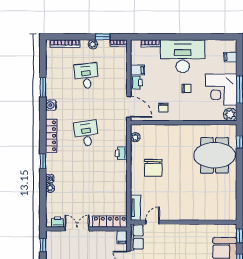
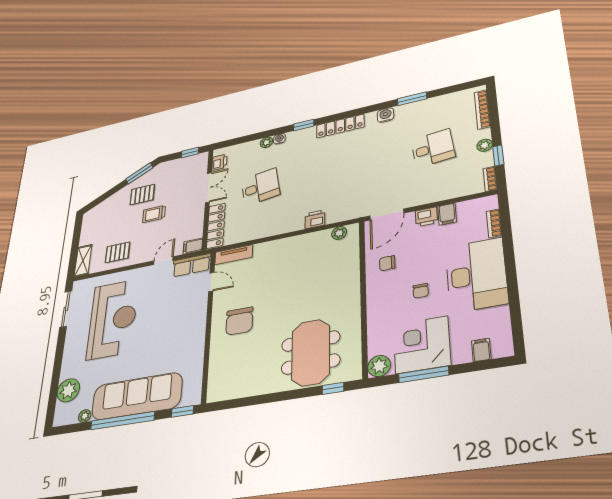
desk: (86, 133) -> (260, 187), moved
chair: (153, 168) -> (239, 321), moved, turned -90

